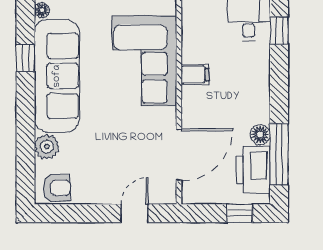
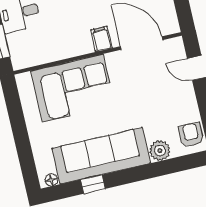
filing cabinet: (195, 74) -> (101, 39), moved

